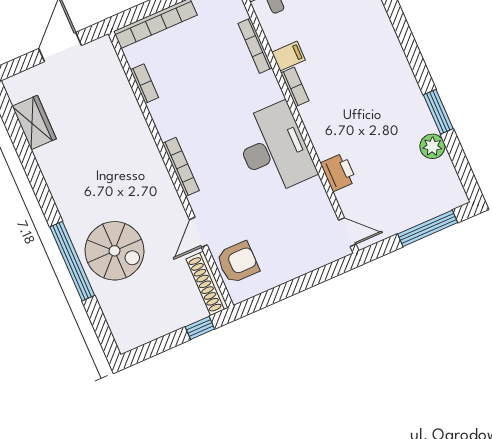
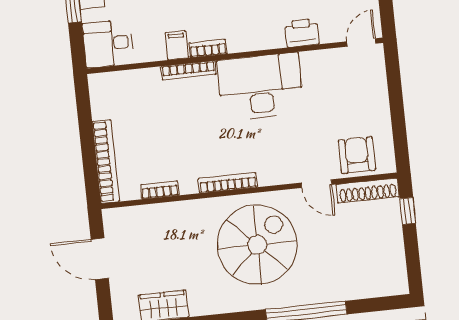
bookcase: (255, 46) -> (189, 70), moved
bookcase: (181, 167) -> (228, 183), moved
spiral stairs: (114, 251) -> (257, 245), moved, width x1.37, depth x1.37

